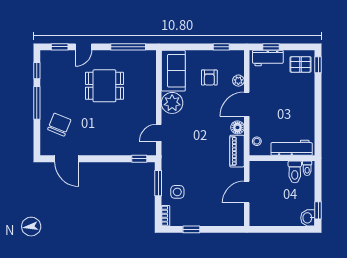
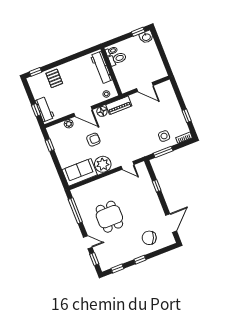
pallet: (301, 64) -> (54, 78), moved
armchair: (209, 77) -> (93, 140), moved
window: (37, 103) -> (140, 260), width x0.46
window: (139, 159) -> (157, 186), moved

